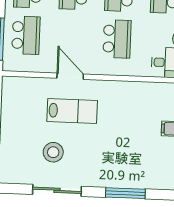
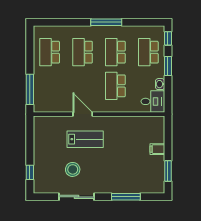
school desk: (26, 35) -> (50, 86), removed
school desk: (117, 39) -> (115, 86), turned 180

